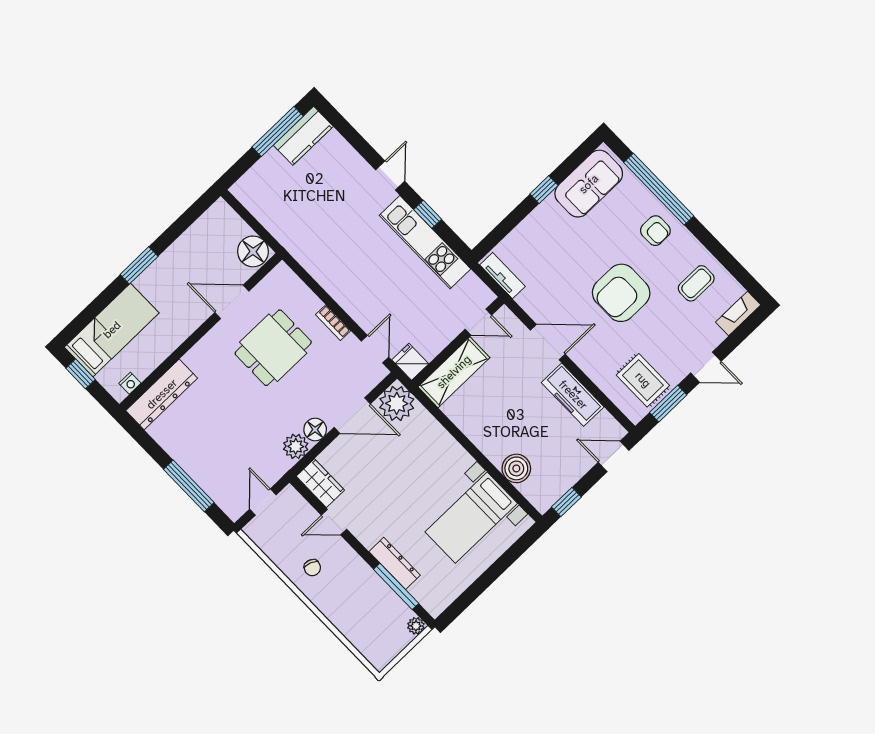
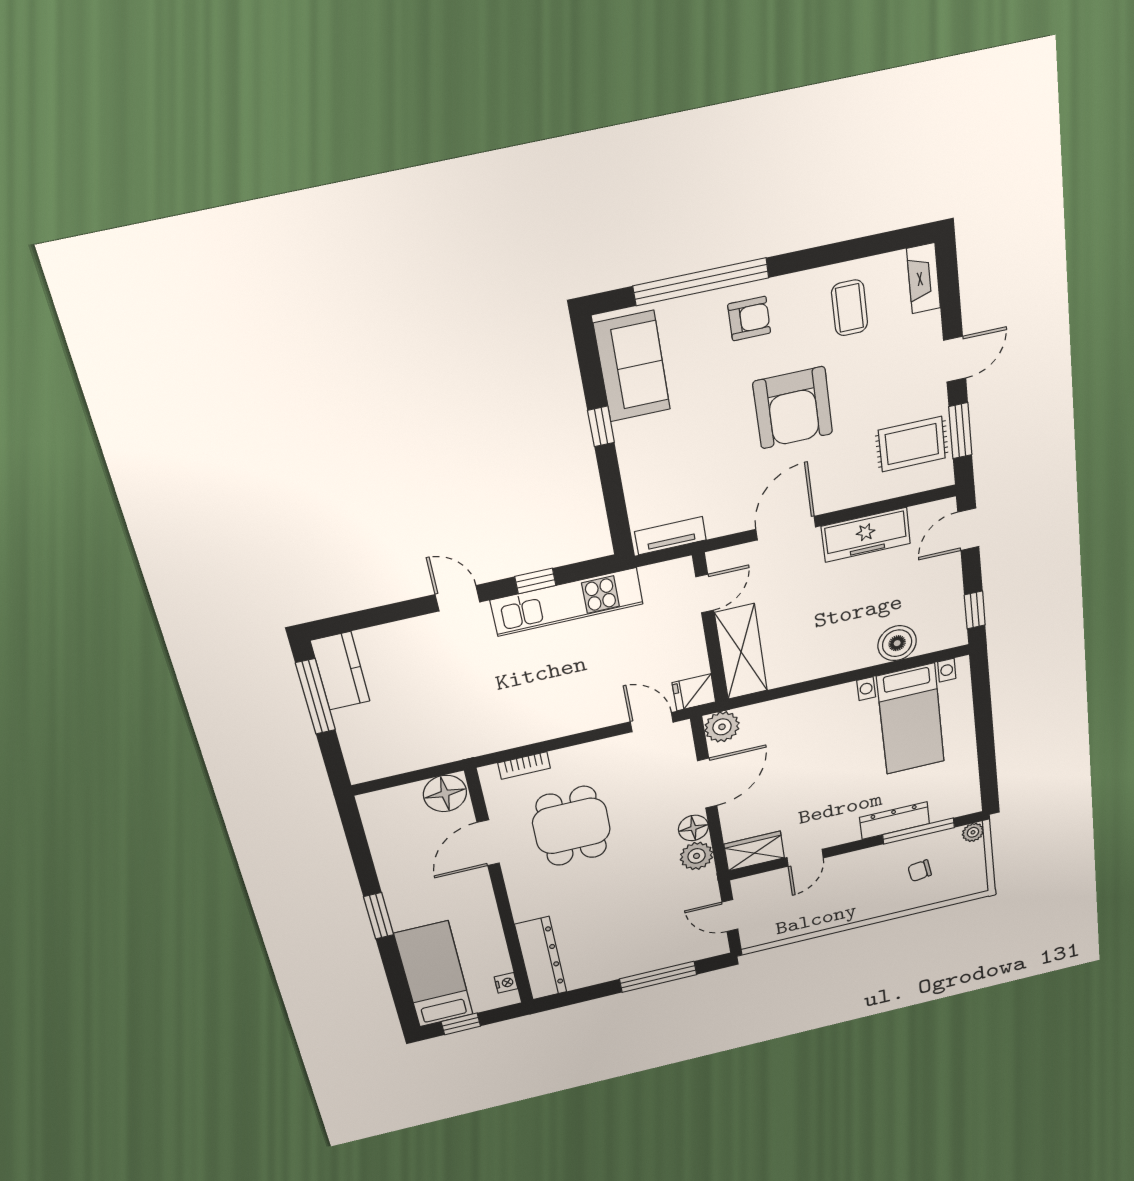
bookcase: (333, 323) -> (524, 765), moved
plant: (397, 403) -> (722, 727), width x0.73, depth x0.73
chair: (312, 568) -> (920, 871), moved, turned 152

